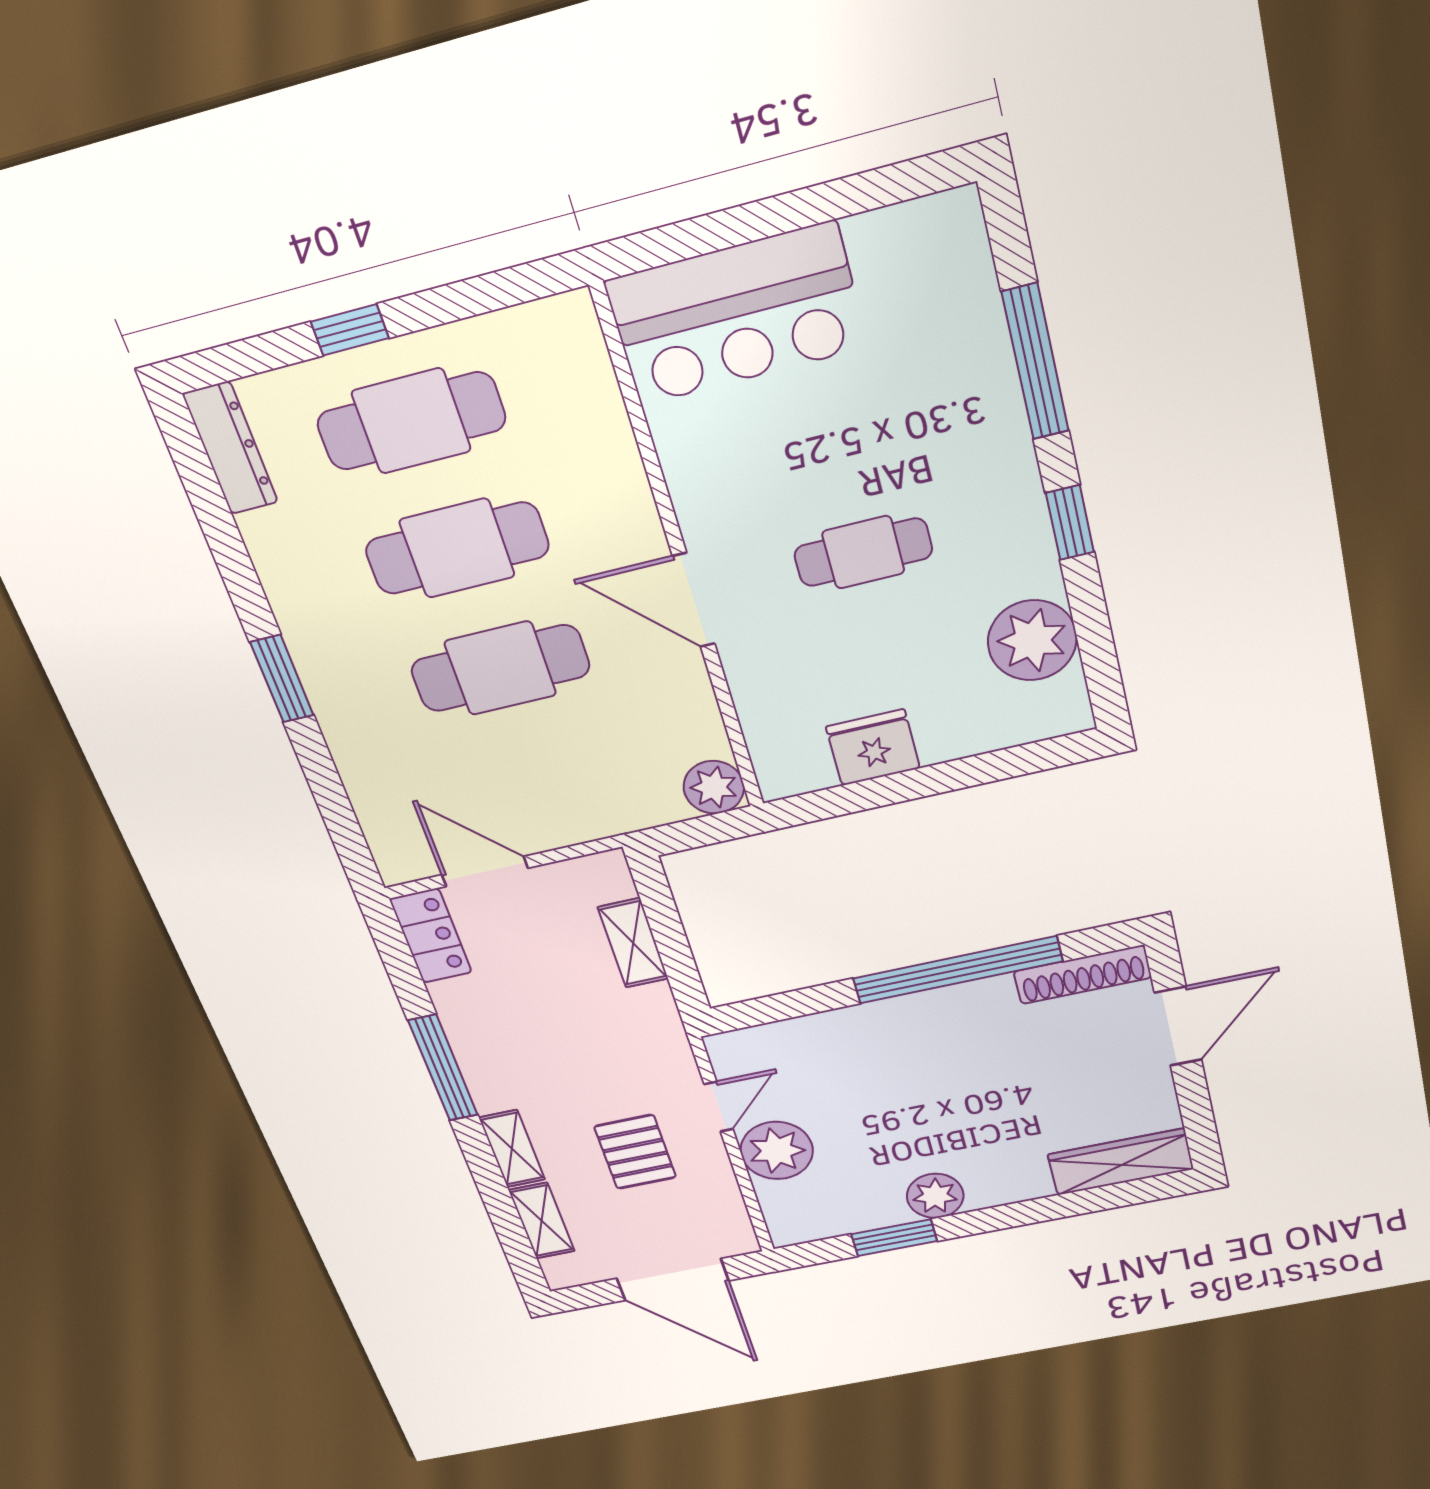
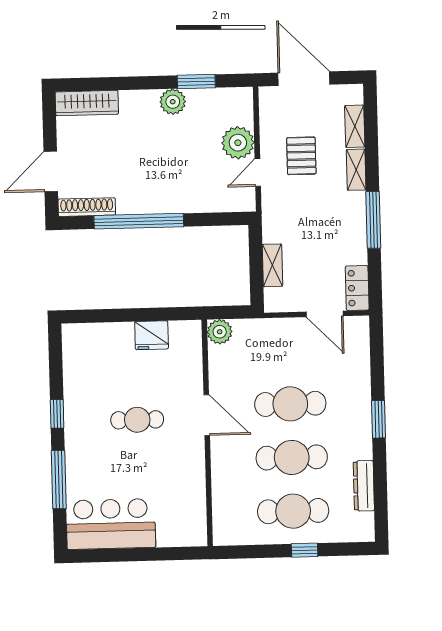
bar counter: (736, 314) -> (111, 524), moved
dresser: (230, 448) -> (364, 486), moved
plant: (1032, 640) -> (80, 368), removed

